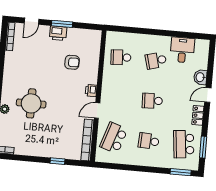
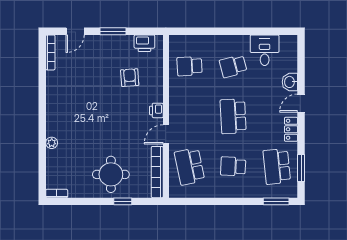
printer: (58, 33) -> (144, 43), moved
armchair: (72, 62) -> (130, 78), turned -94
school desk: (152, 101) -> (233, 116), width x1.85
round table: (31, 103) -> (111, 174), moved
school desk: (114, 138) -> (190, 166), turned -30

